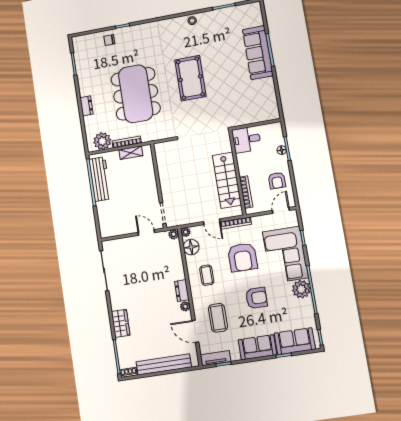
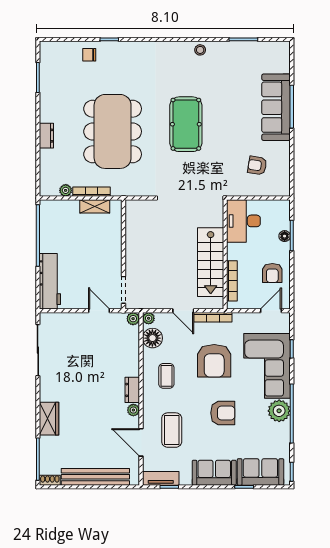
armchair: (251, 99) -> (257, 165), added
desk: (246, 139) -> (243, 221), width x1.37
plant: (102, 141) -> (66, 190), width x0.53, depth x0.53
workbench: (100, 179) -> (50, 281), moved

